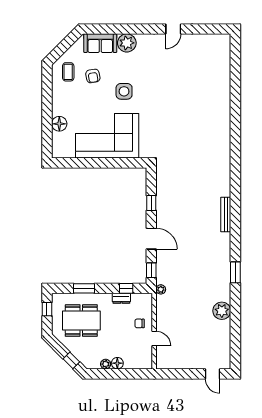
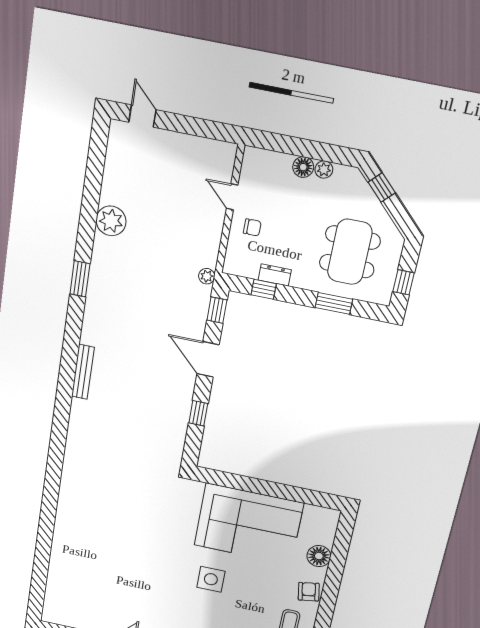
armchair: (93, 76) -> (309, 592), moved
dining table: (81, 321) -> (350, 252), turned 90

